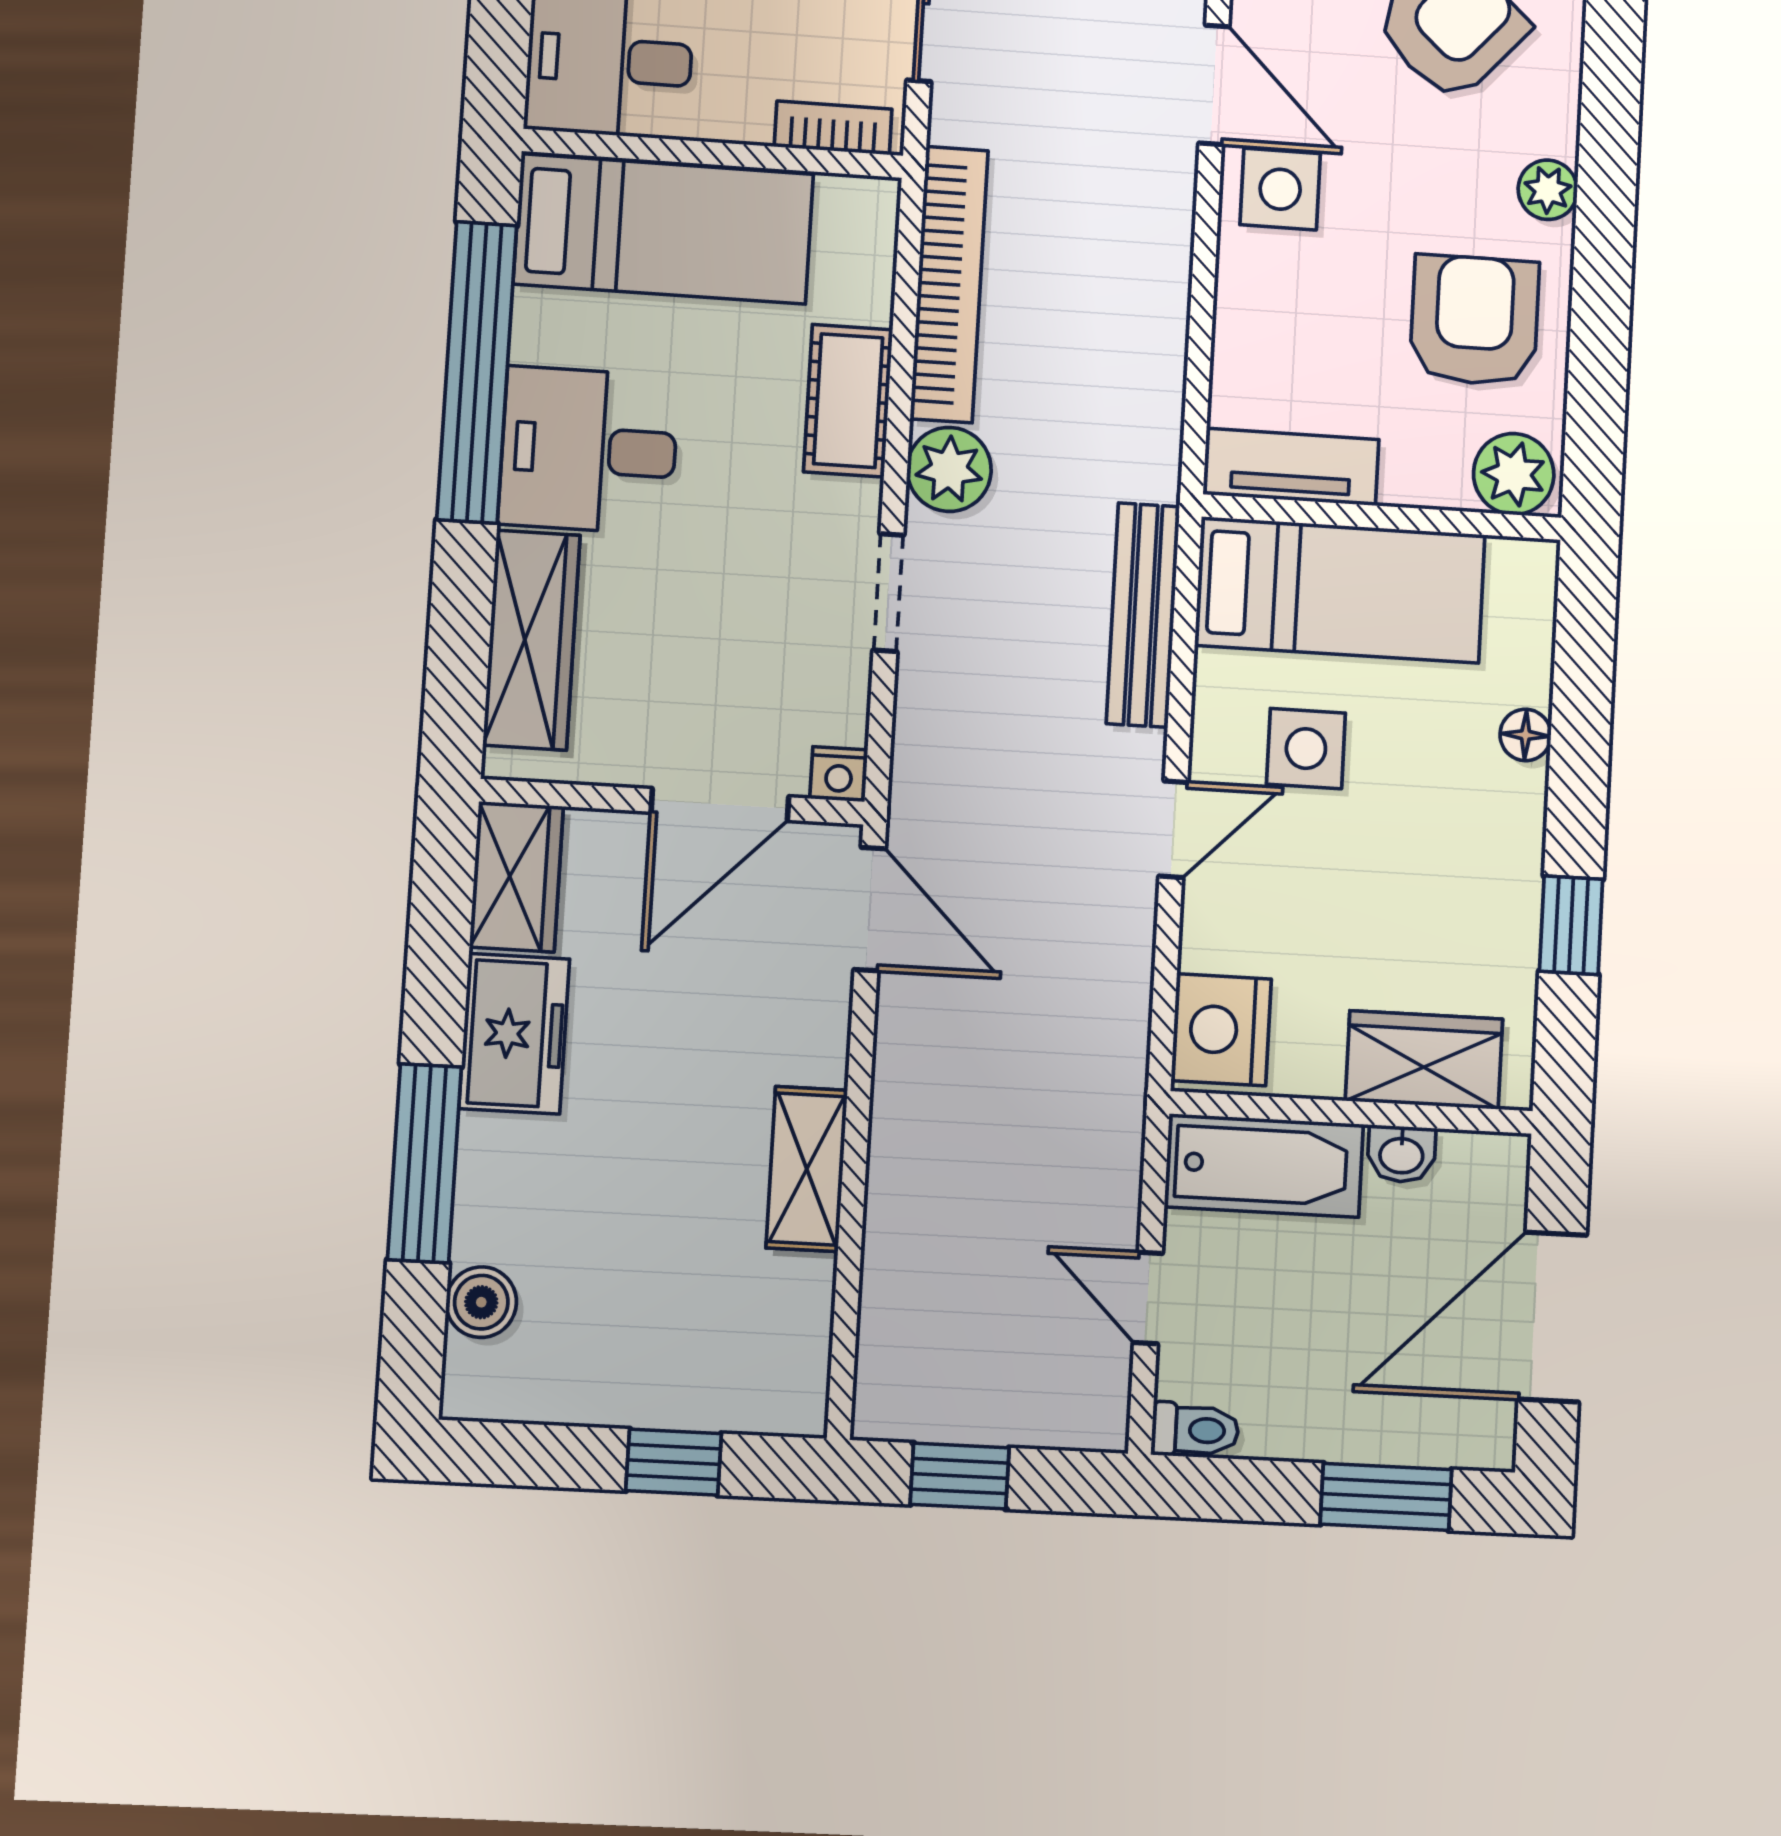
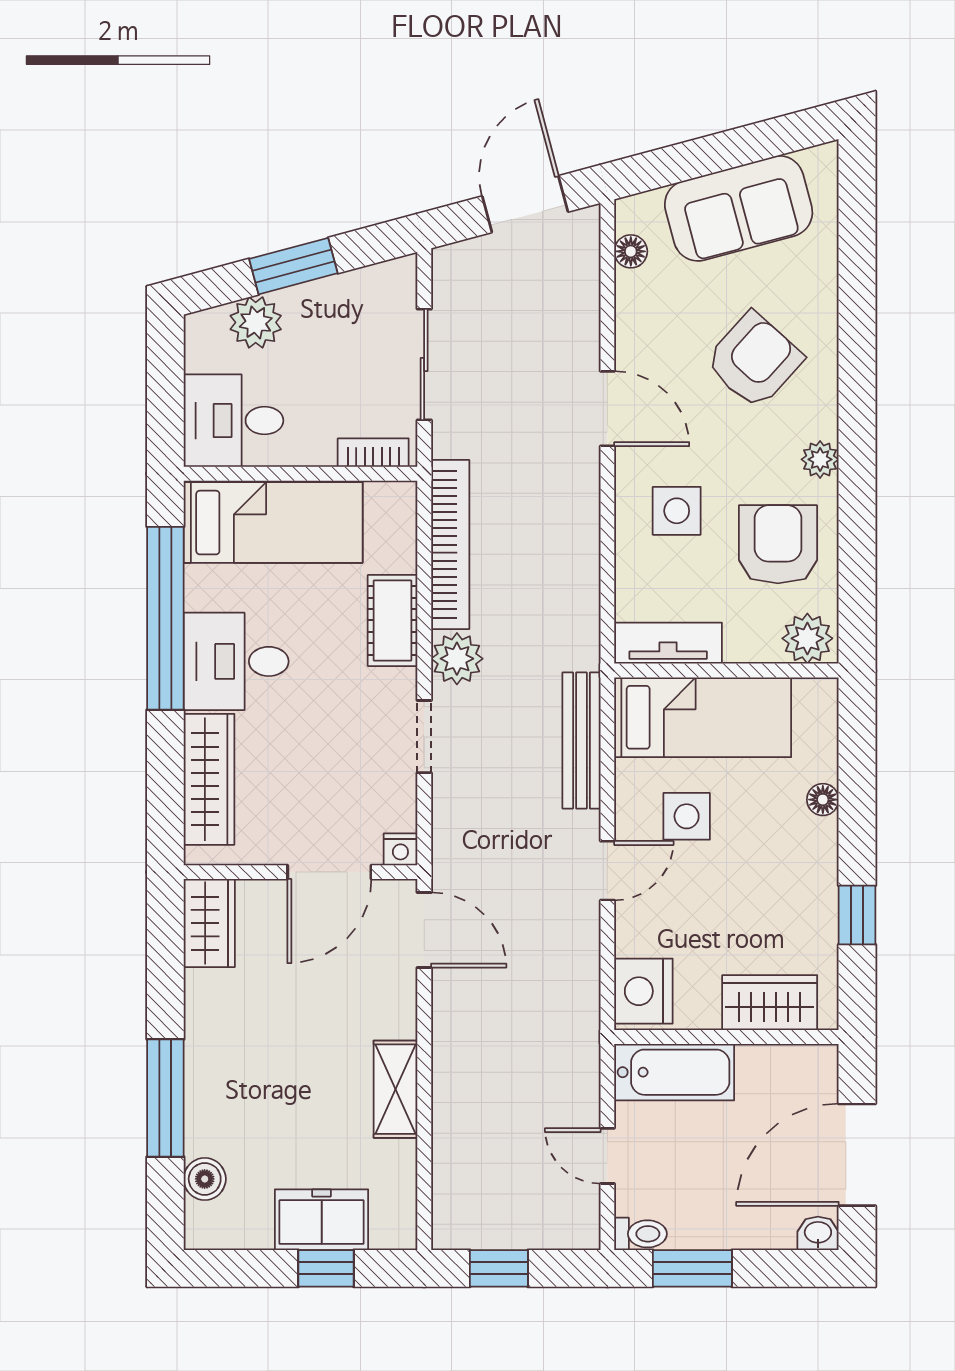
side table: (1280, 189) -> (677, 511), moved
freezer: (514, 1034) -> (322, 1220), moved, turned -90
washbasin: (1401, 1154) -> (818, 1233), moved, turned 180
window: (1386, 1497) -> (692, 1268), moved

